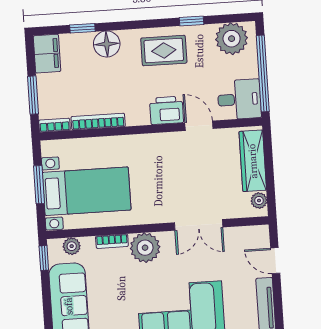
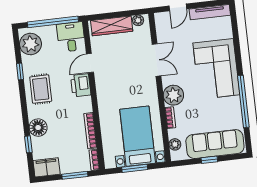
window: (44, 258) -> (209, 160), moved

